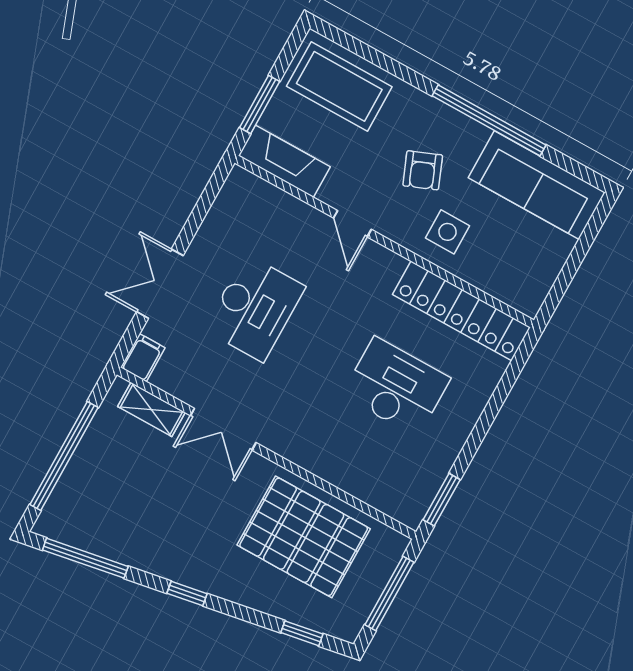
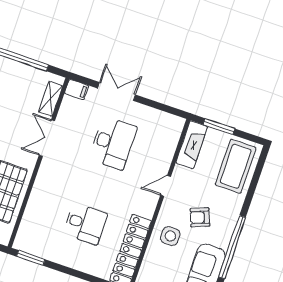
desk: (255, 308) -> (113, 143), turned -90
desk: (396, 387) -> (85, 224), width x0.73

